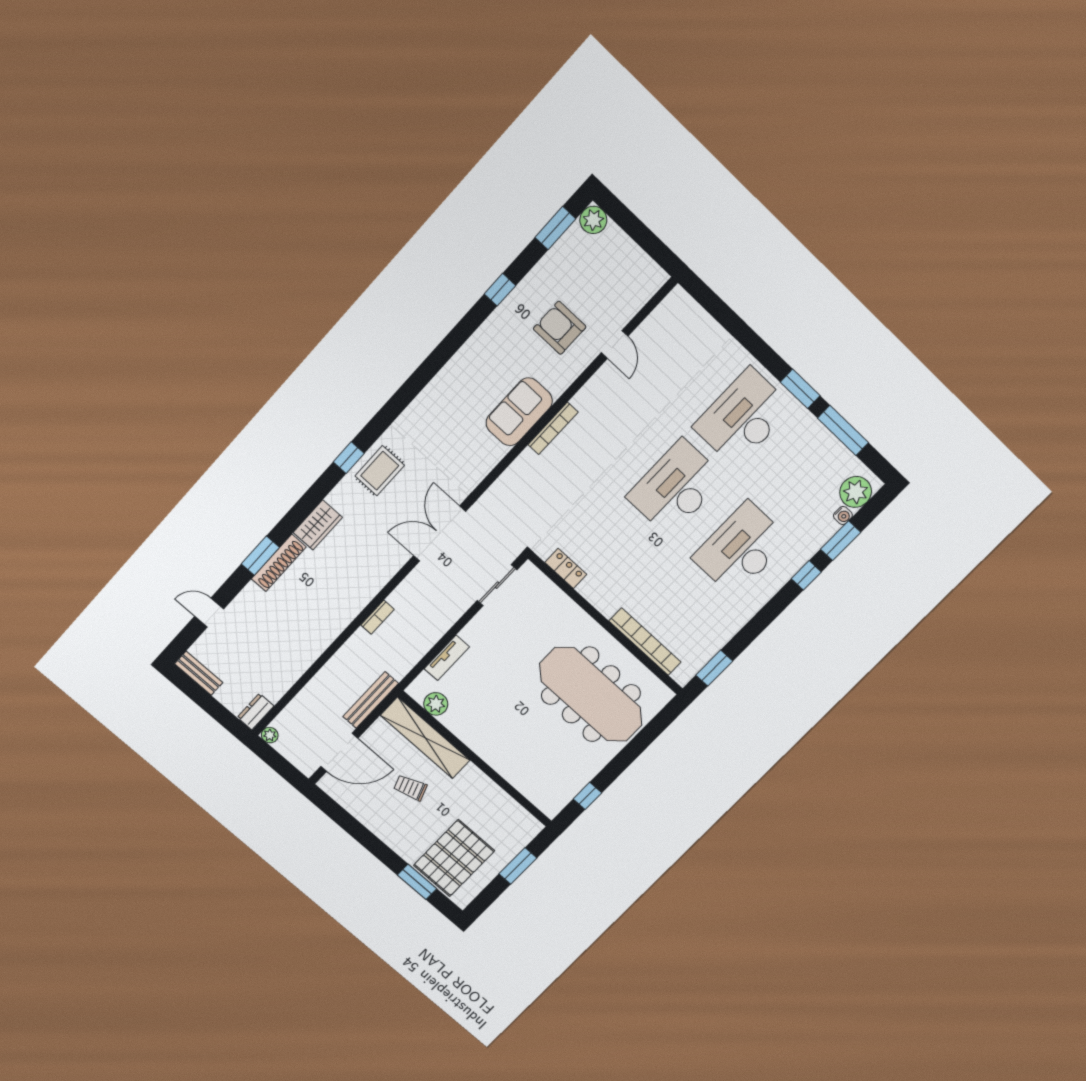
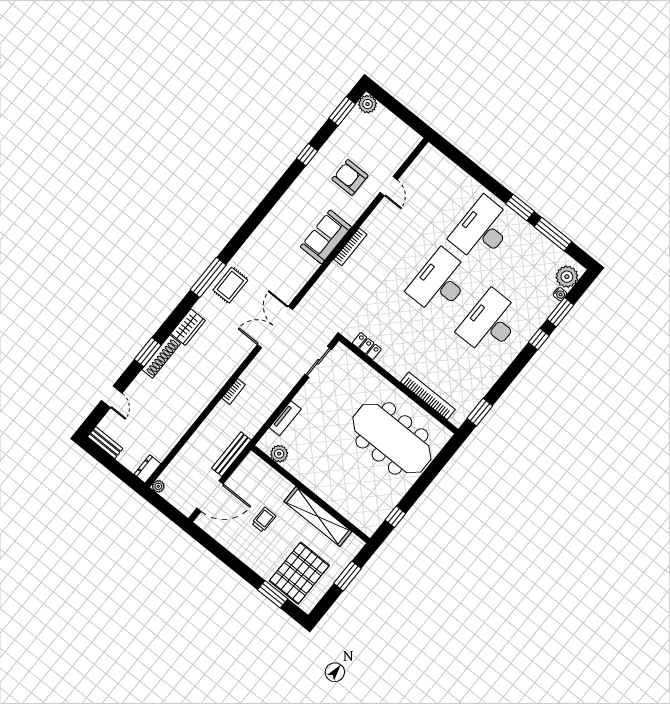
window: (349, 458) -> (208, 277), width x2.17
door: (209, 613) -> (112, 397), swing flipped
shelving: (425, 738) -> (318, 517), moved
trolley: (410, 788) -> (264, 520), turned 109

